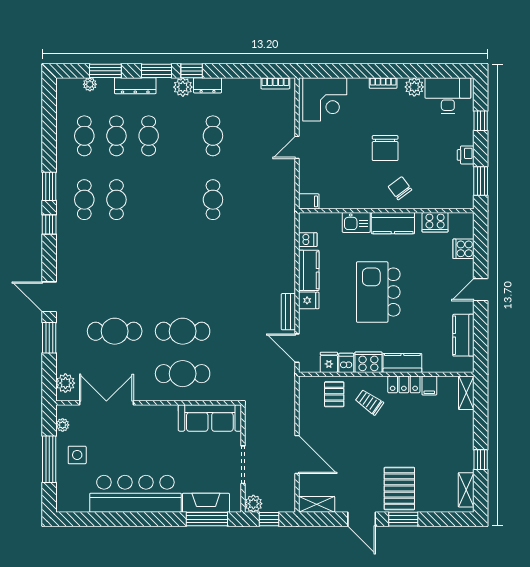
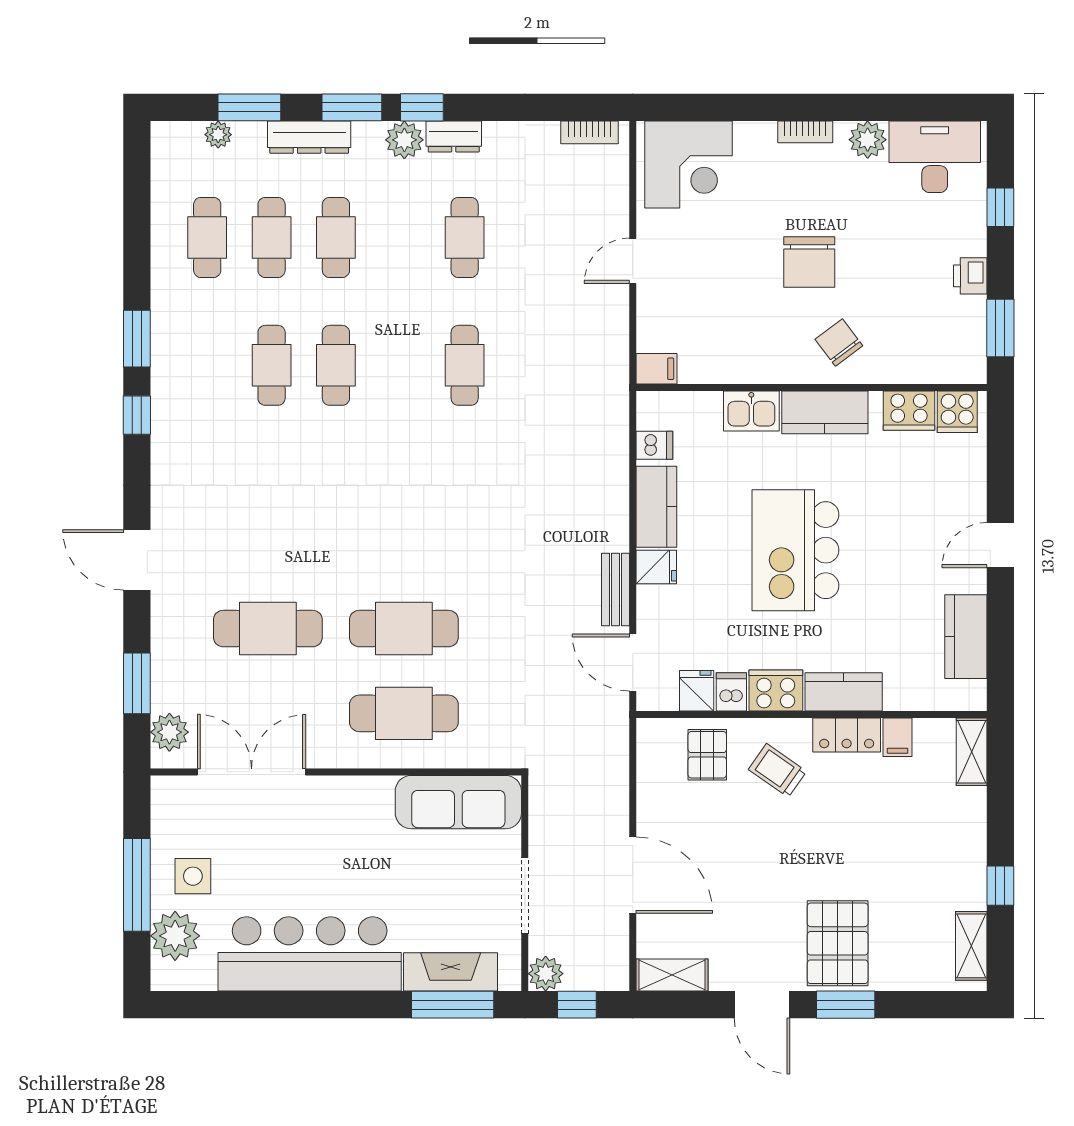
cafe table: (84, 200) -> (336, 365), moved
cooker: (463, 249) -> (957, 412), moved, turned -90
window: (49, 338) -> (137, 683), moved
plant: (63, 425) -> (175, 936), moved, width x1.88, depth x1.88

